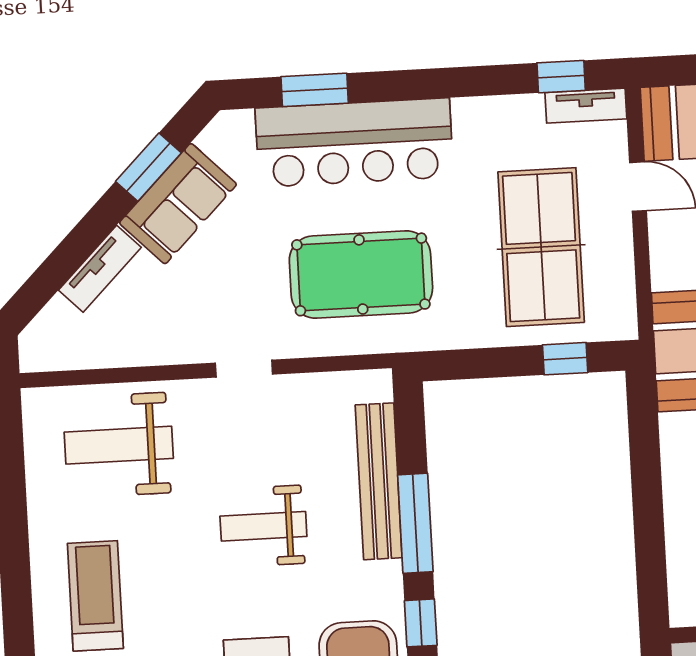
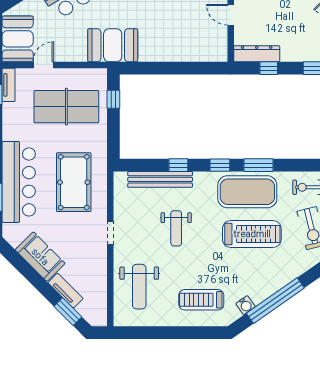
window: (148, 167) -> (68, 312), moved
window: (415, 523) -> (178, 165), width x0.46

